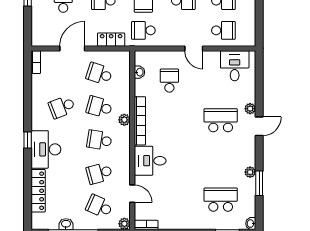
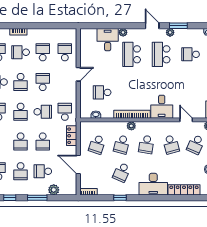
plant: (38, 15) -> (54, 190), added
school desk: (143, 30) -> (65, 112), turned 180
desk: (235, 66) -> (108, 40), moved, turned 90
school desk: (62, 107) -> (122, 172), turned 45
door: (259, 126) -> (152, 26), moved
window: (28, 140) -> (120, 198), moved
school desk: (221, 160) -> (161, 54), added
door: (132, 194) -> (186, 120), hinge flipped
school desk: (221, 200) -> (191, 54), width x0.54

